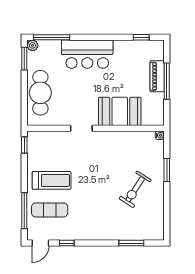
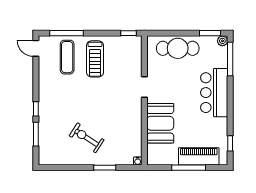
piano: (157, 76) -> (199, 156), width x1.37, depth x1.33
window: (67, 243) -> (36, 109), moved

